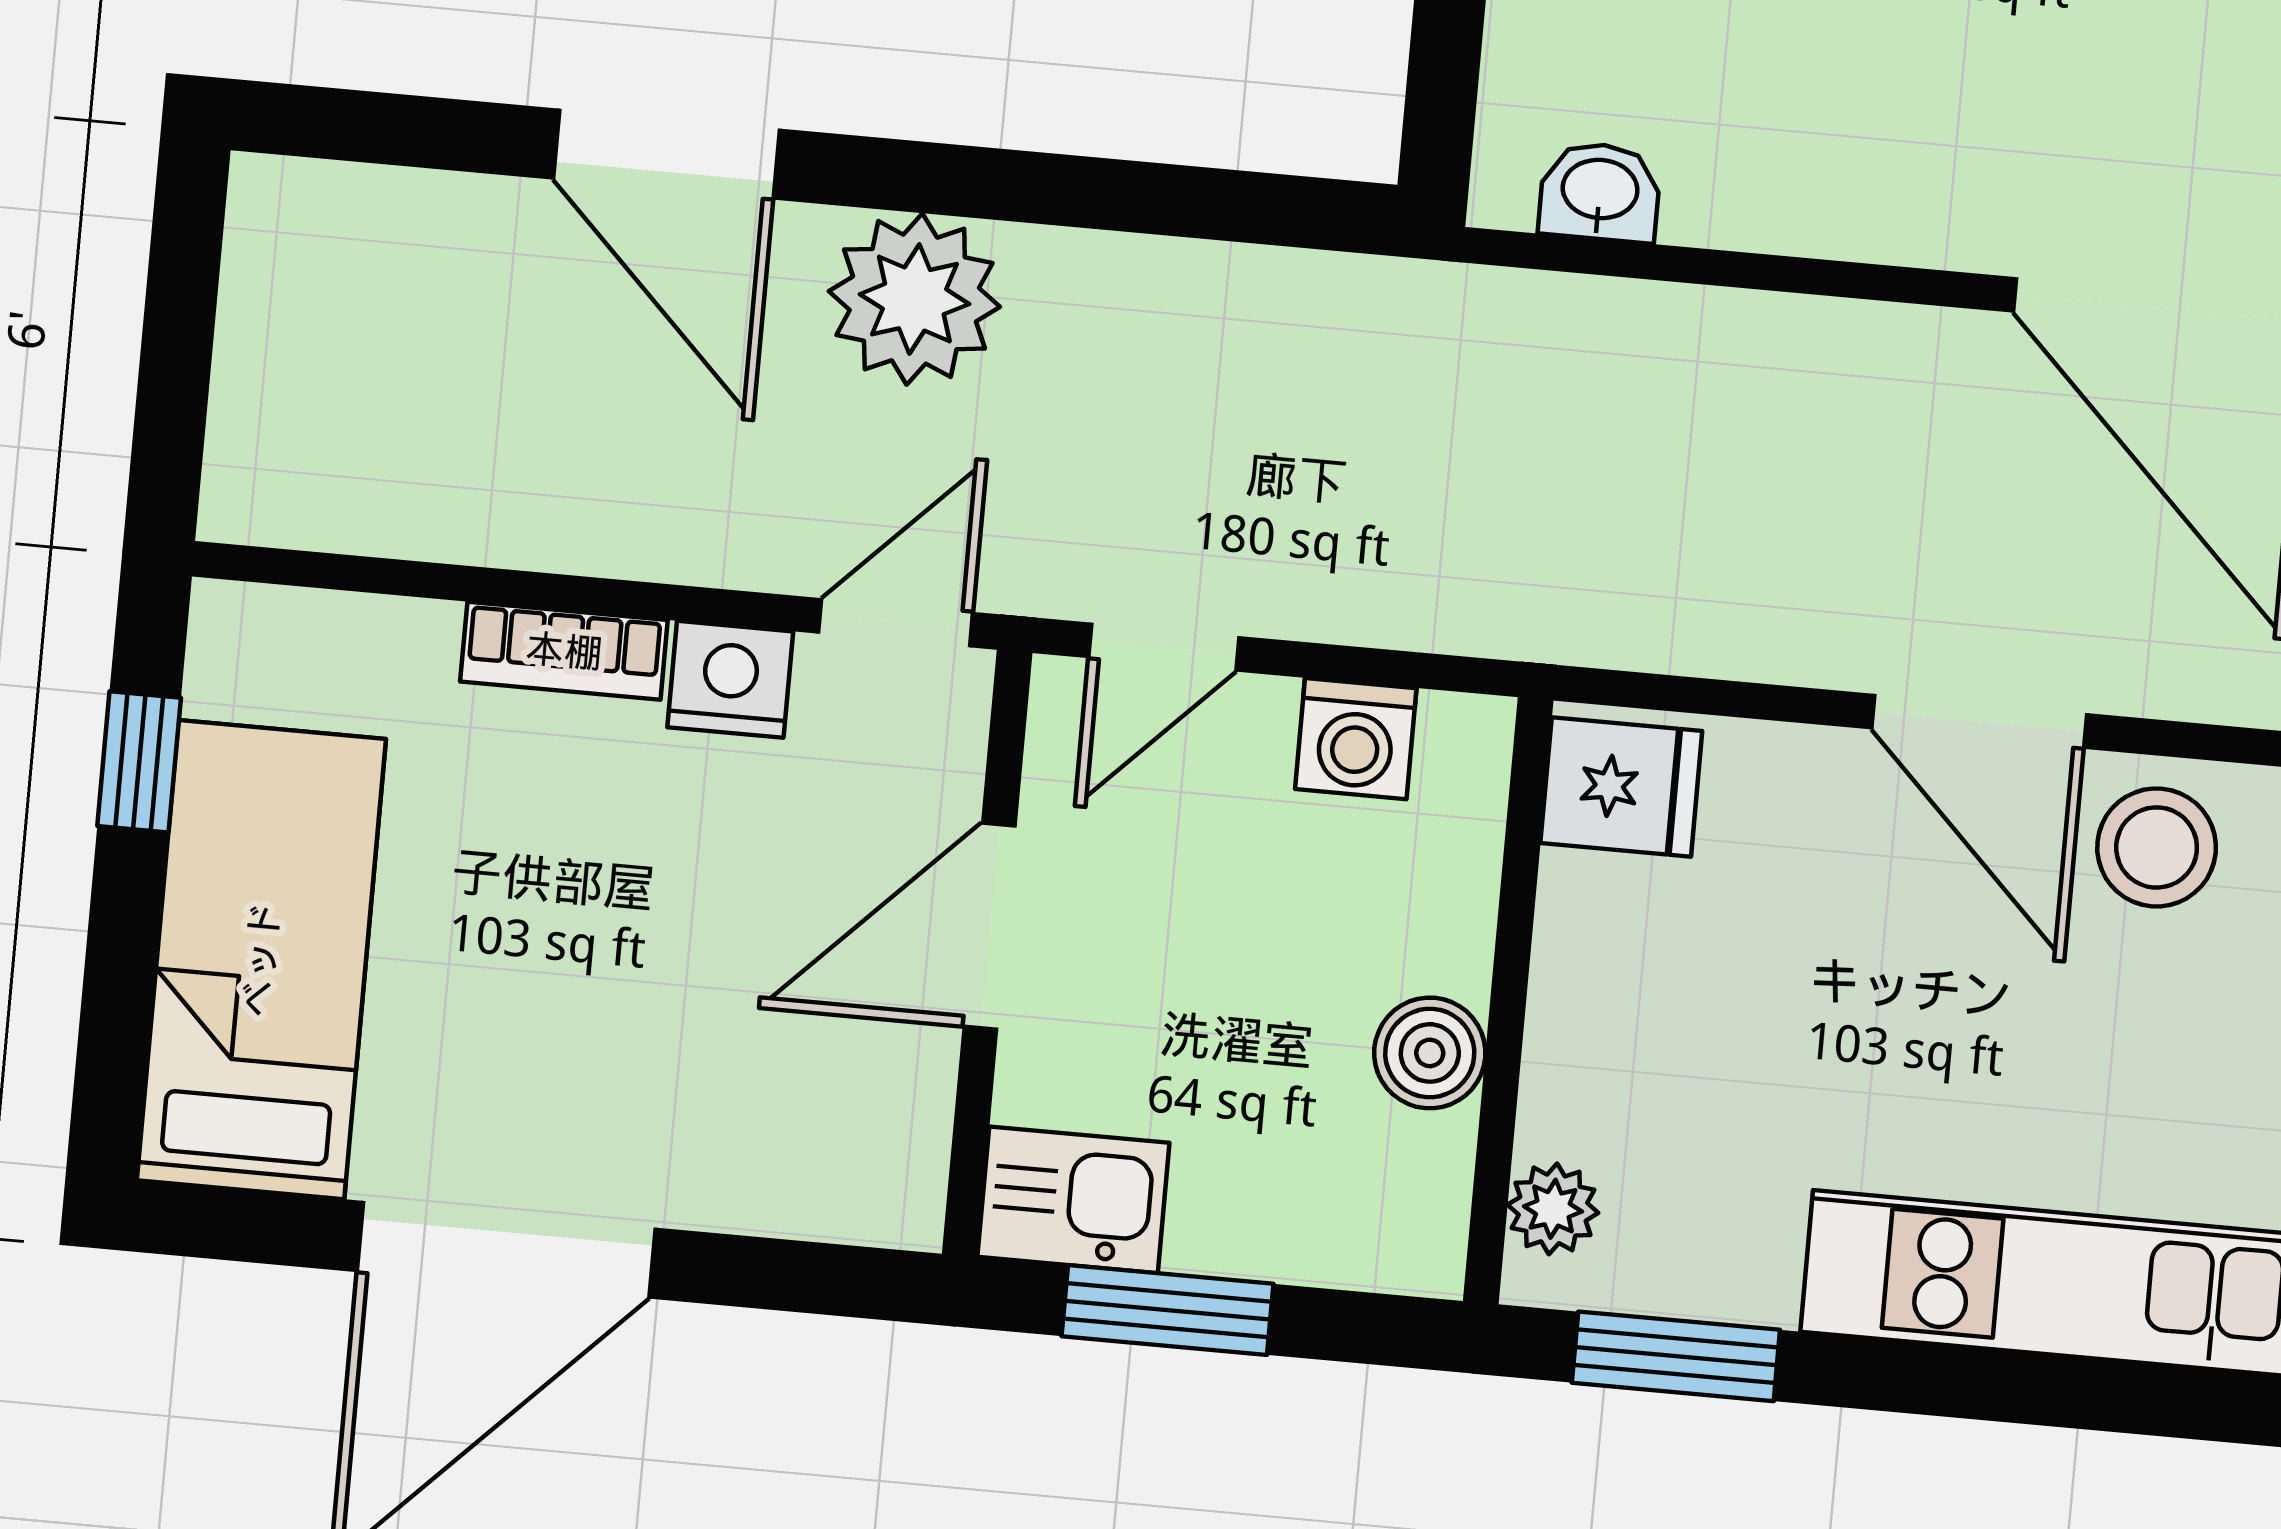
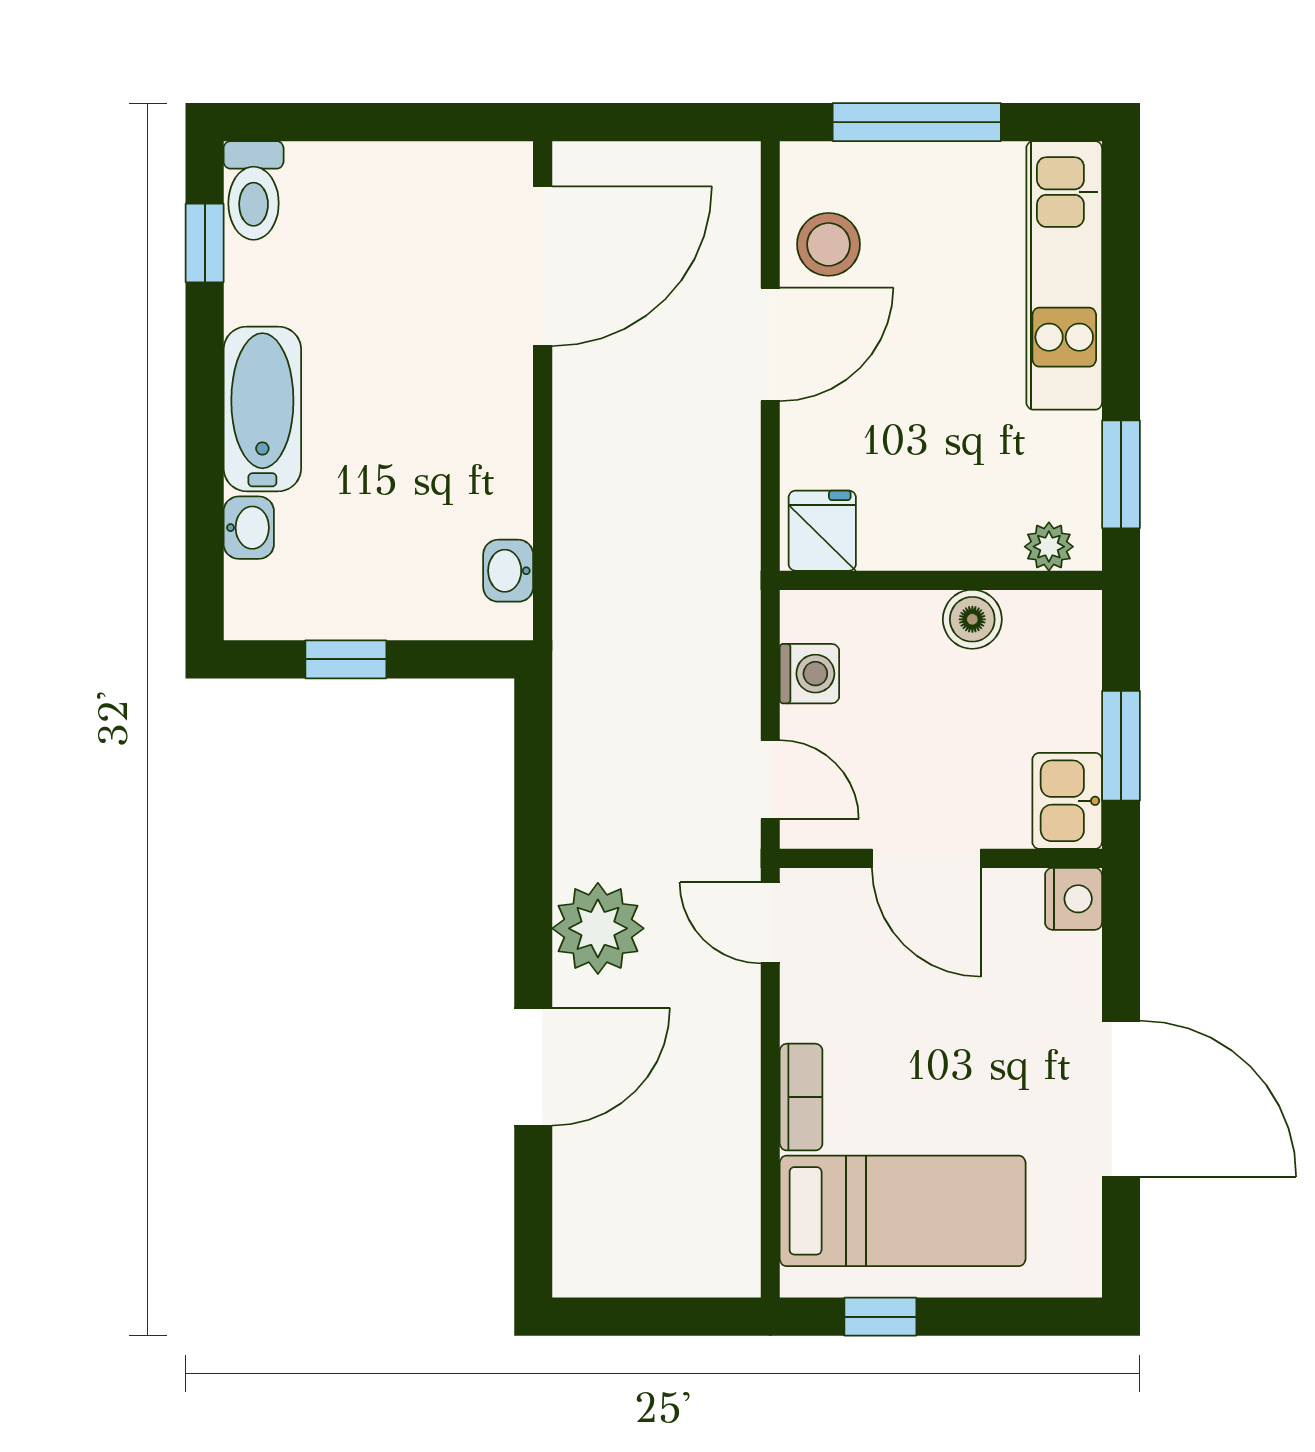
nightstand: (730, 679) -> (1074, 899), moved, turned 180
bed: (261, 960) -> (903, 1211), moved, turned 180

